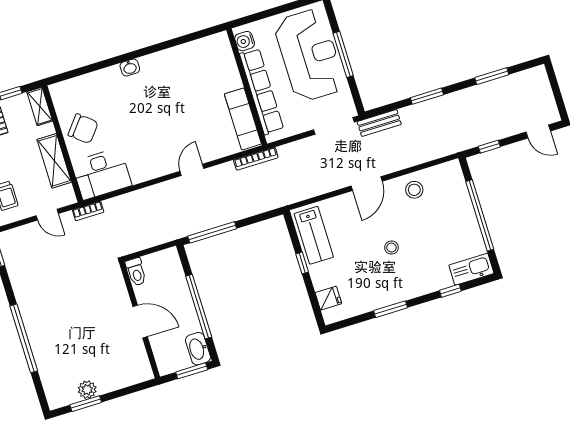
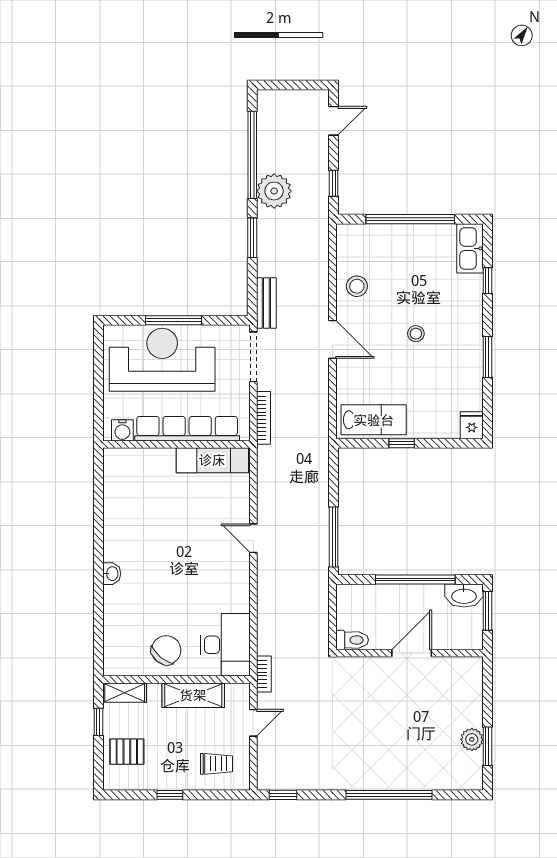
window: (492, 76) -> (252, 155), width x2.11
plant: (469, 102) -> (274, 191), added
bookcase: (256, 159) -> (263, 418), moved
fridge: (328, 298) -> (472, 425), moved

